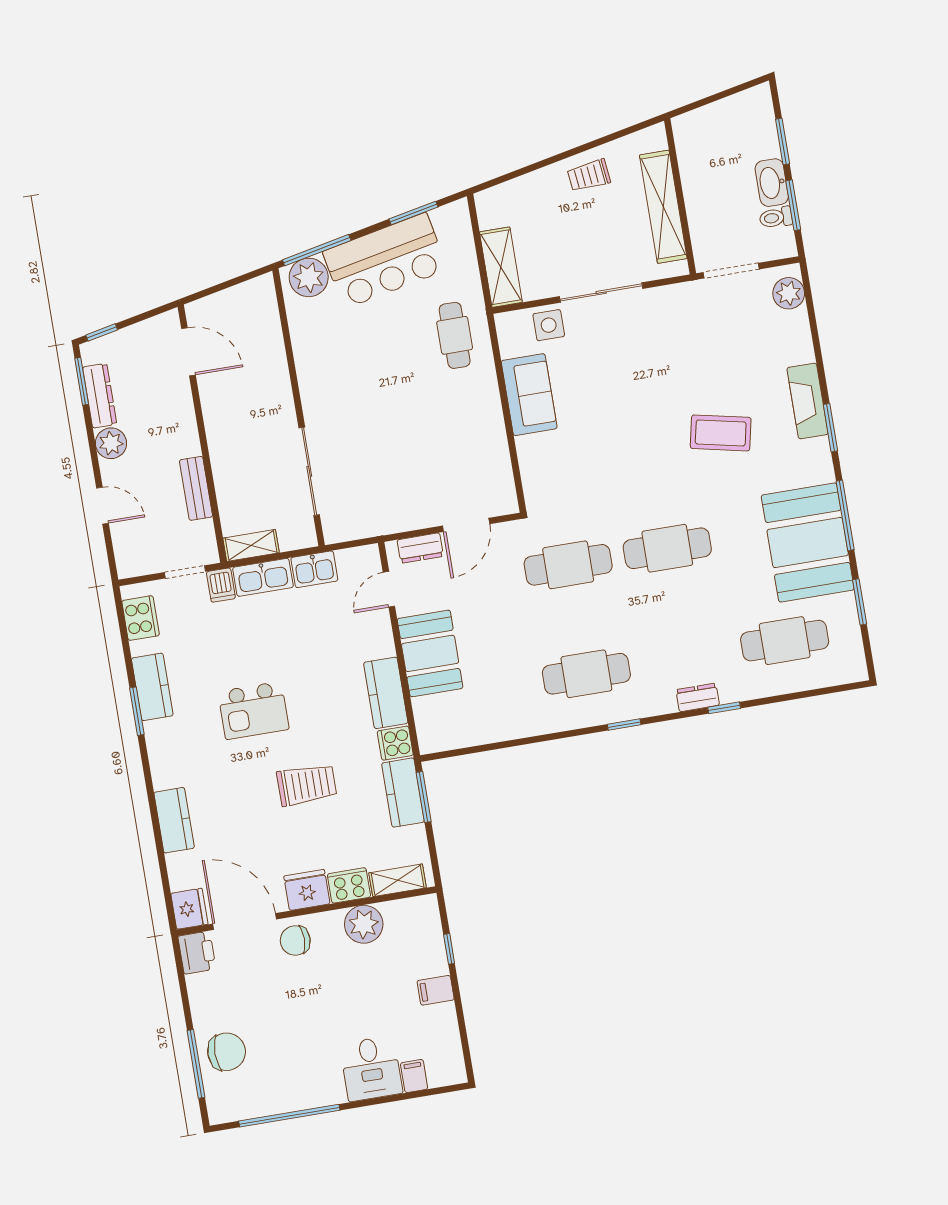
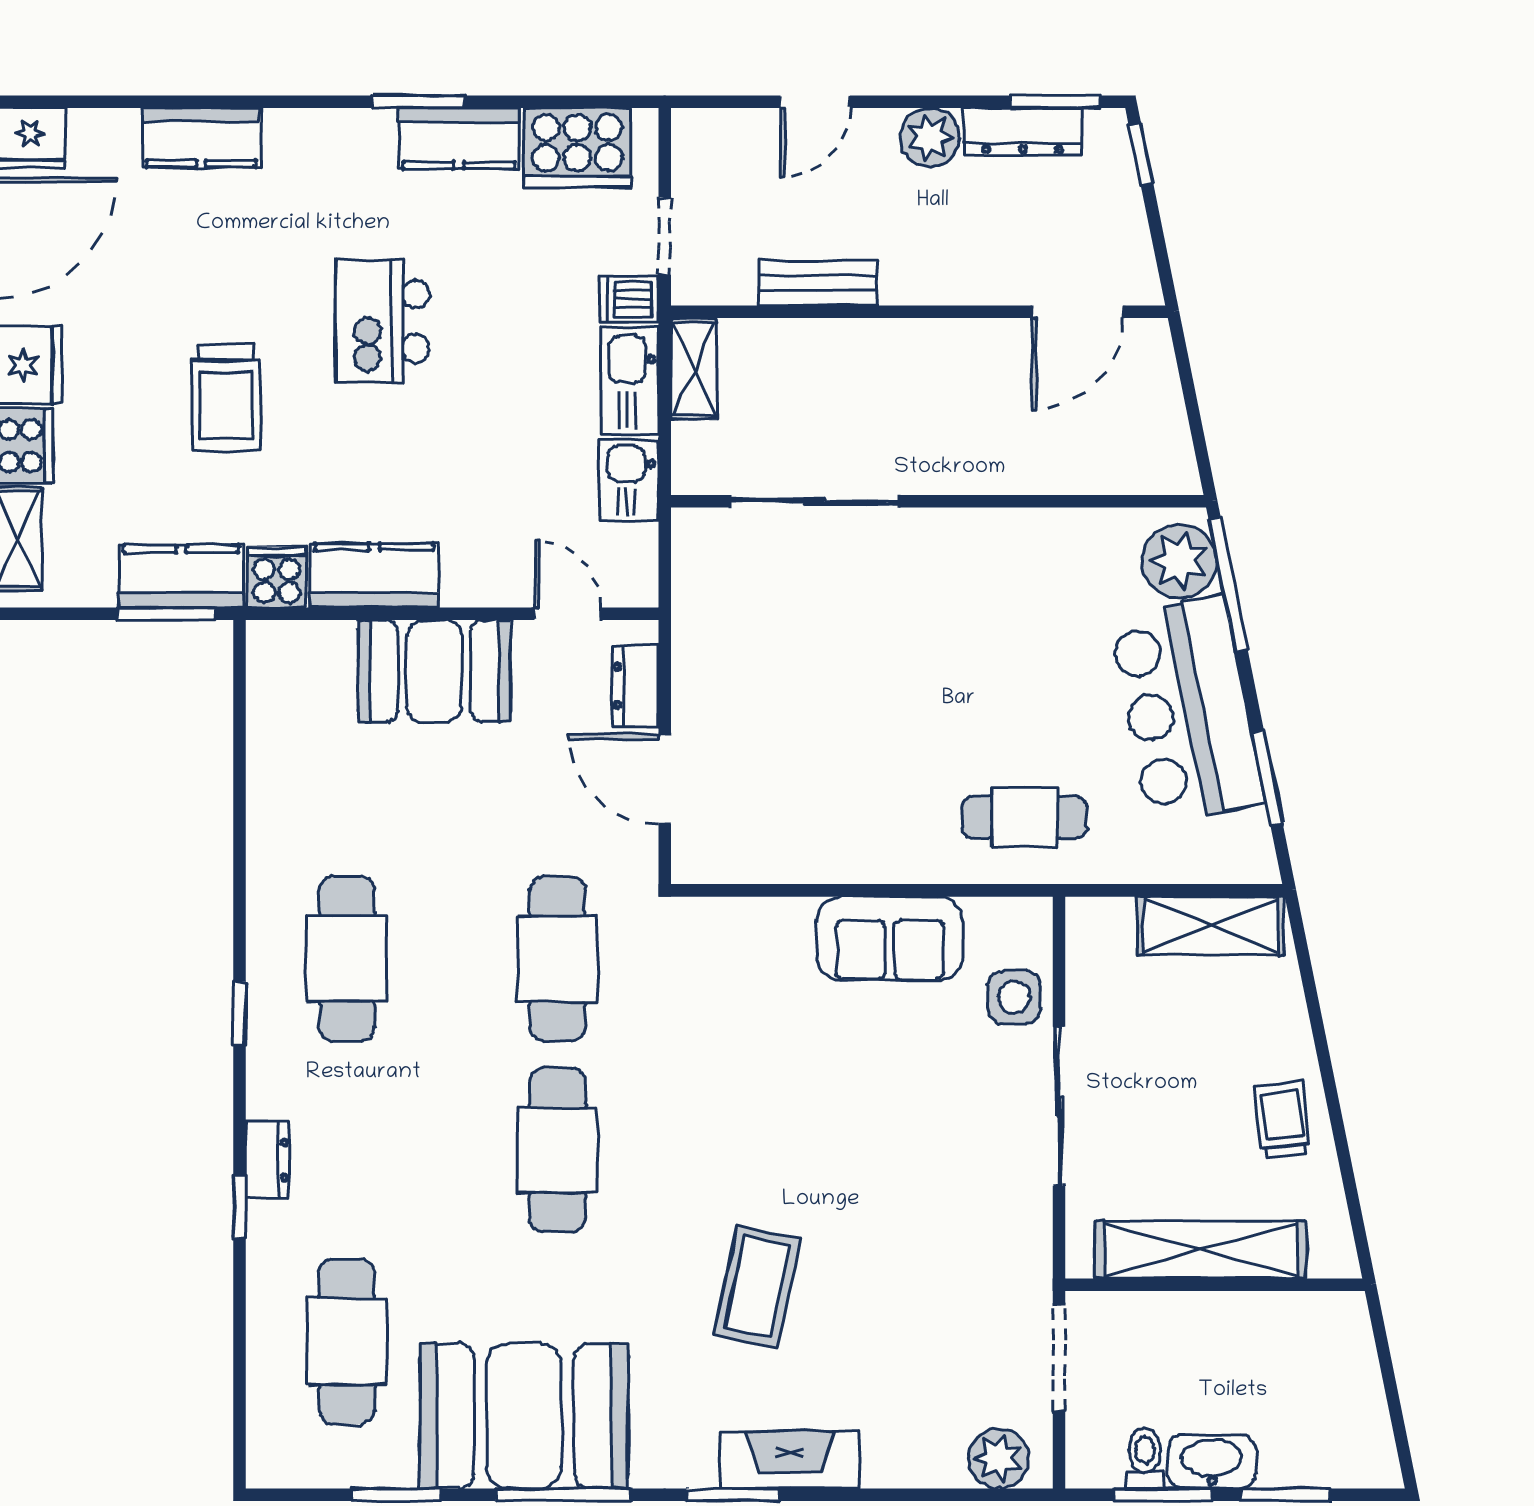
shelving: (501, 267) -> (1211, 926), moved
cooker: (141, 618) -> (577, 147), width x1.37, depth x1.31

